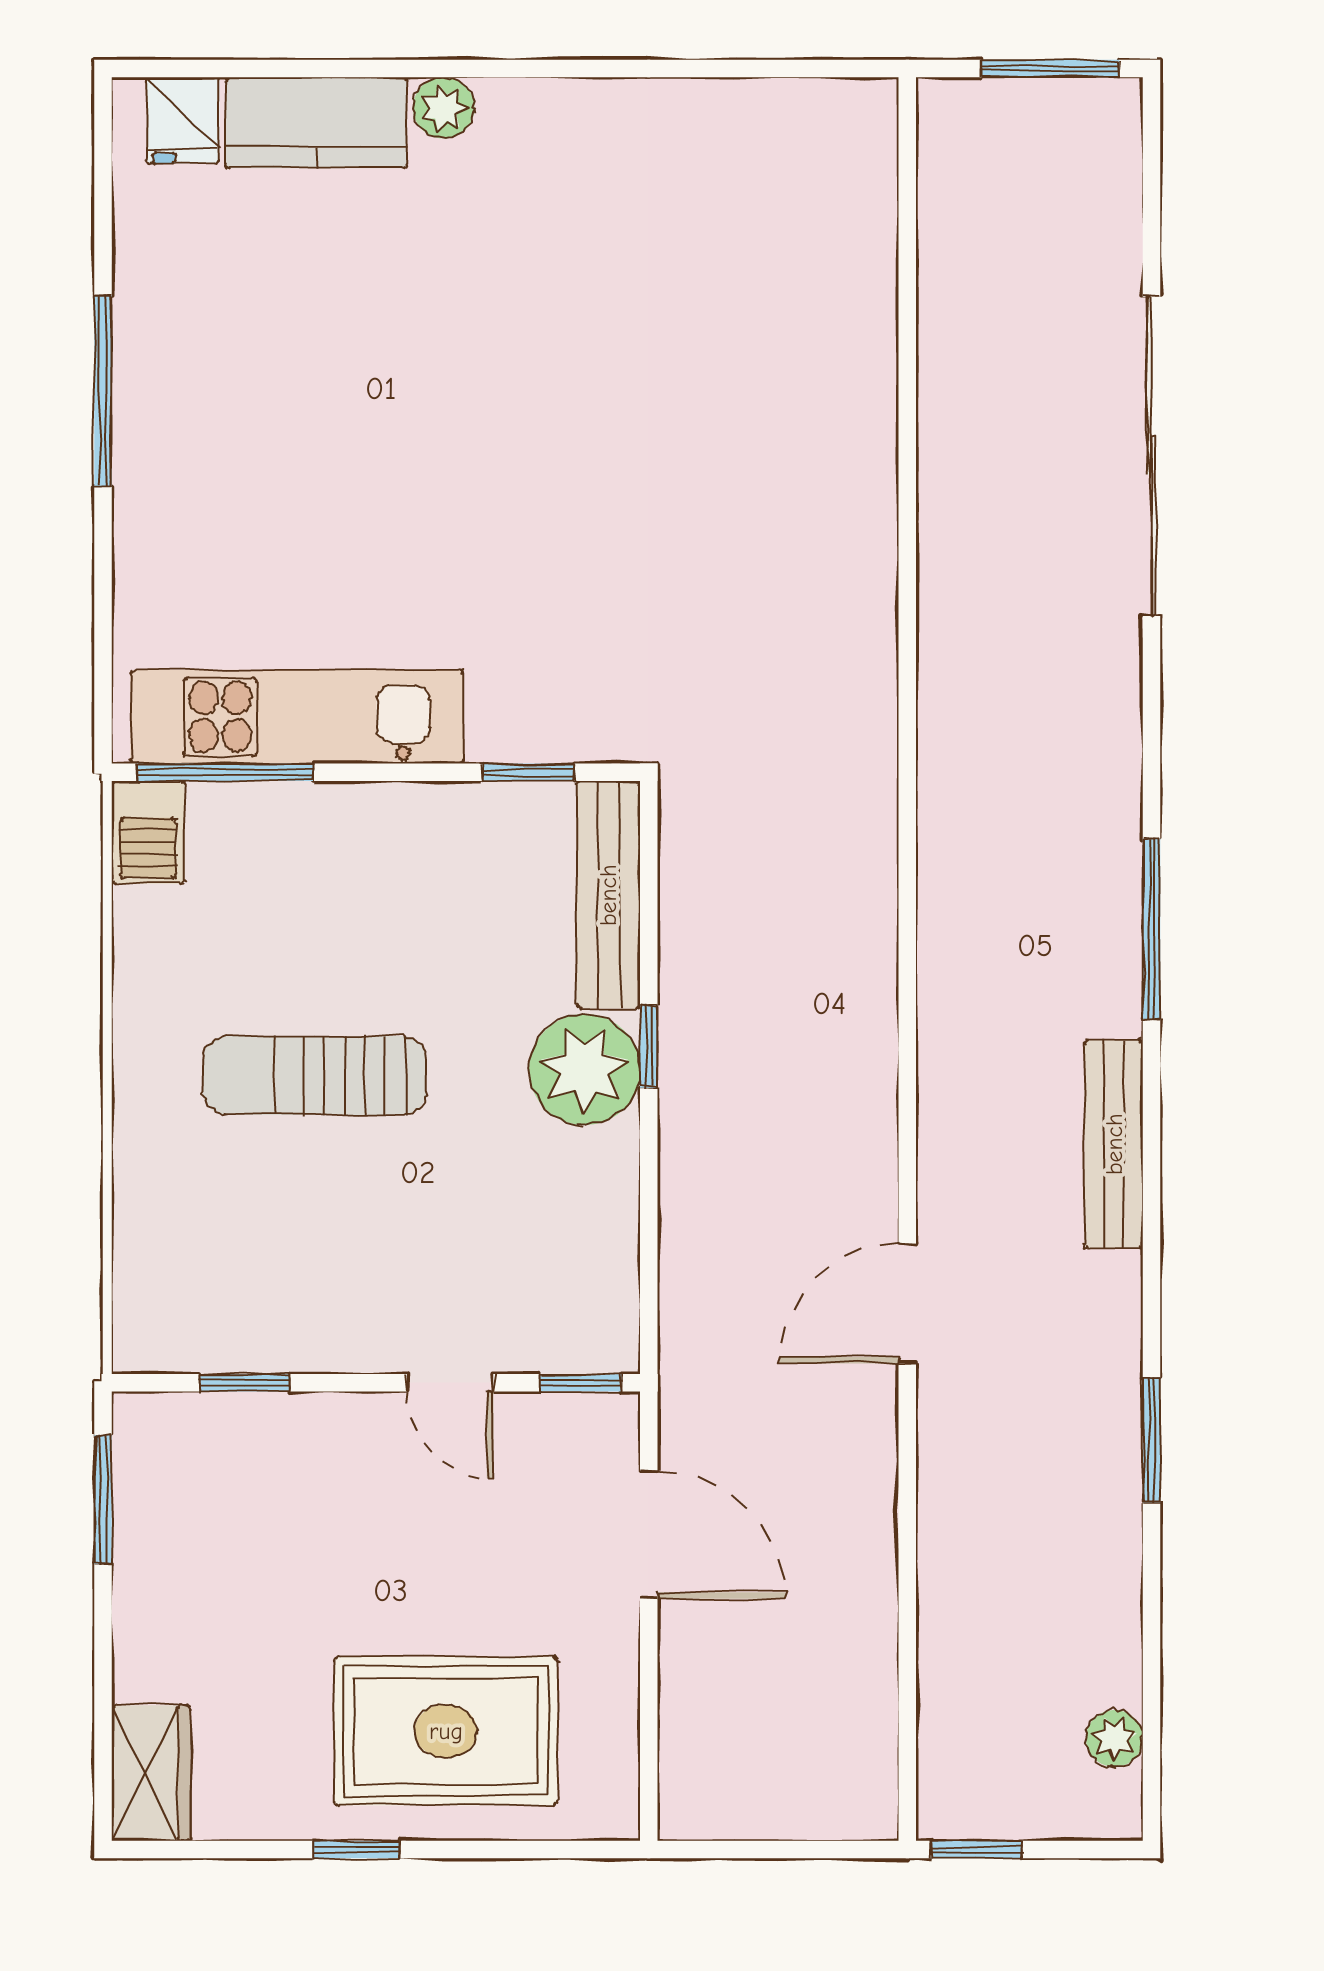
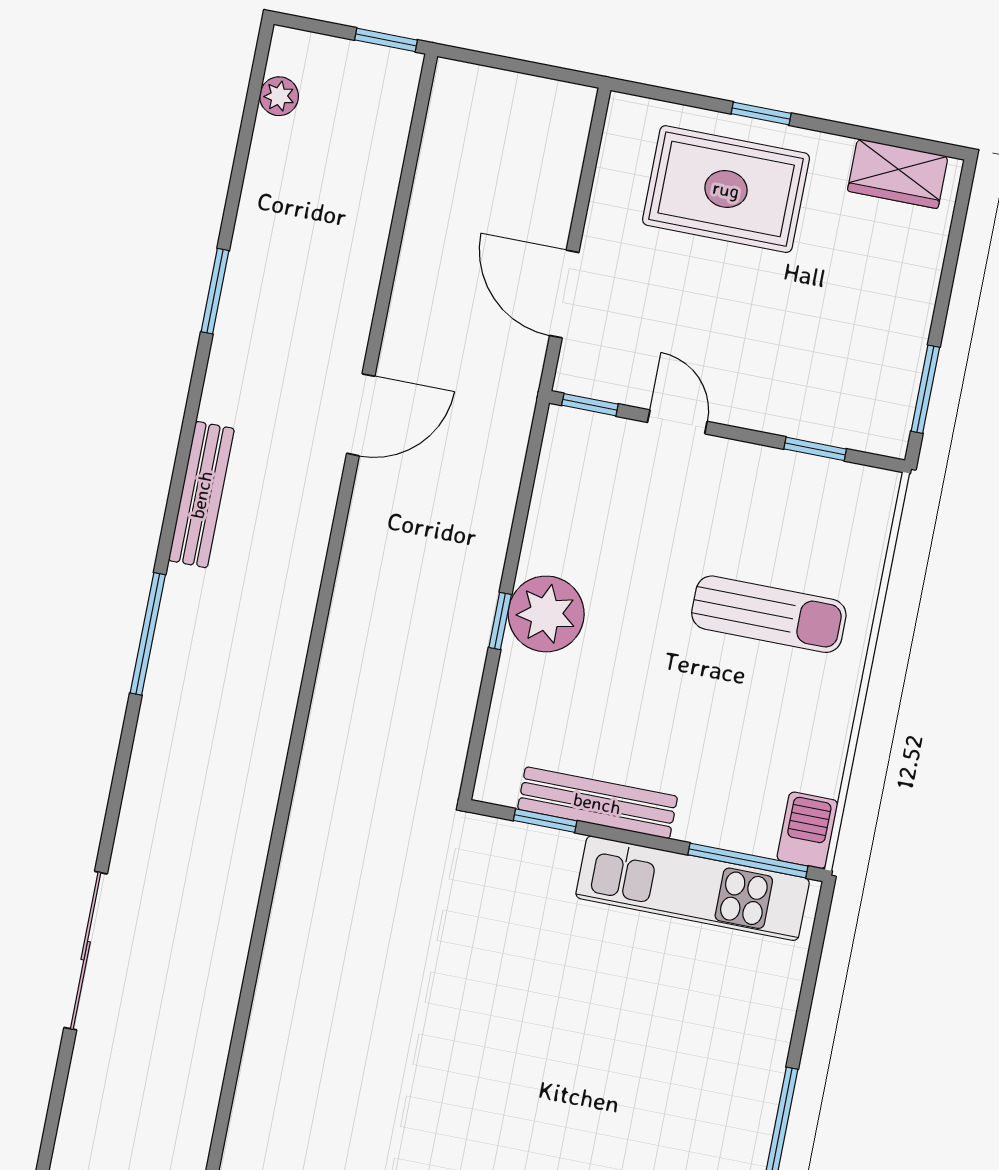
sliding door: (1151, 456) -> (86, 951), width x0.73
bench: (608, 895) -> (597, 803), moved, turned 90
sun lounger: (314, 1075) -> (769, 614), moved
wardrobe: (151, 1773) -> (898, 174), moved, turned -90
window: (357, 1850) -> (761, 114), moved

